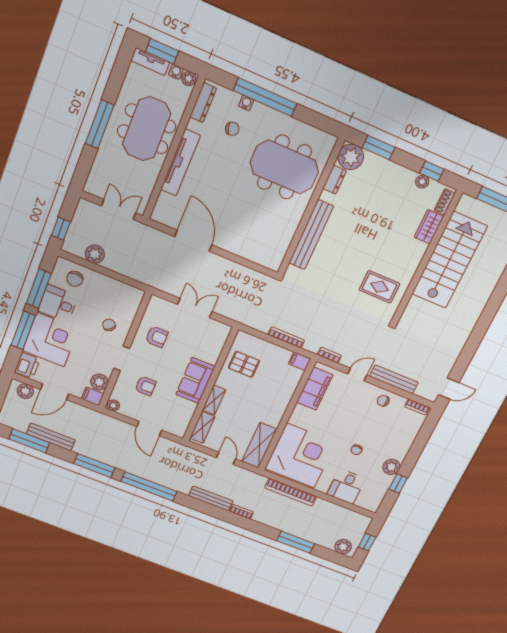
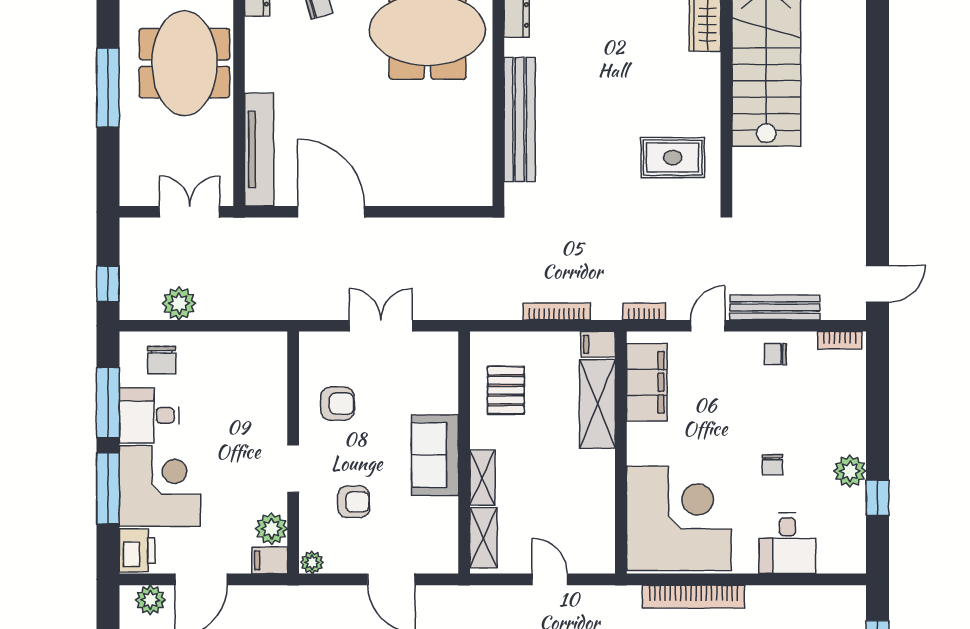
tv unit: (181, 163) -> (259, 149), moved
chair: (109, 325) -> (249, 417), removed
pallet: (244, 364) -> (506, 390), turned 90
shelving: (259, 445) -> (597, 404), moved

